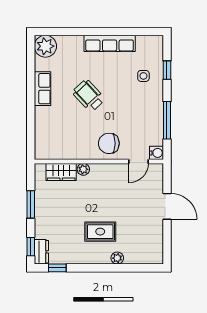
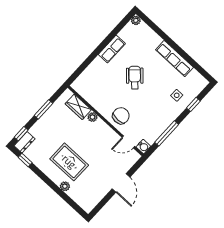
plant: (45, 46) -> (136, 20), width x0.53, depth x0.53
chair: (109, 143) -> (121, 116), turned 90
rug: (100, 232) -> (69, 162), width x1.36, depth x1.43

